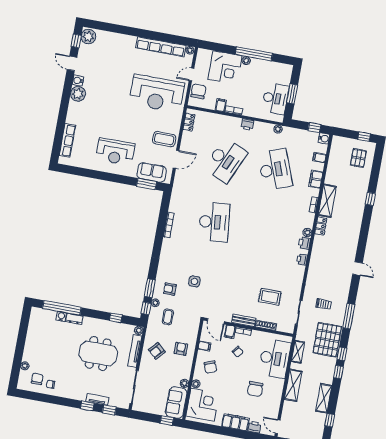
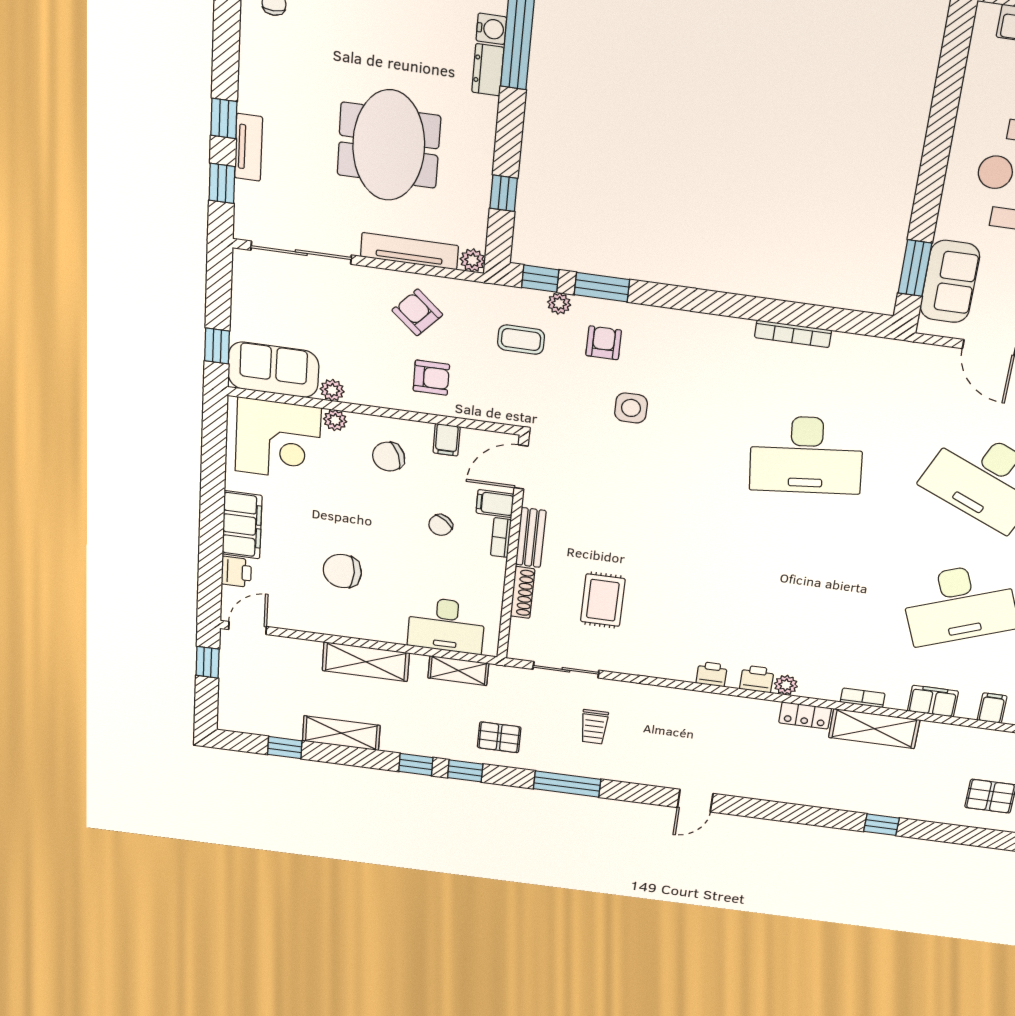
pallet: (327, 340) -> (499, 737), width x0.49, depth x0.50
desk: (275, 358) -> (446, 625), width x0.73, depth x0.77

